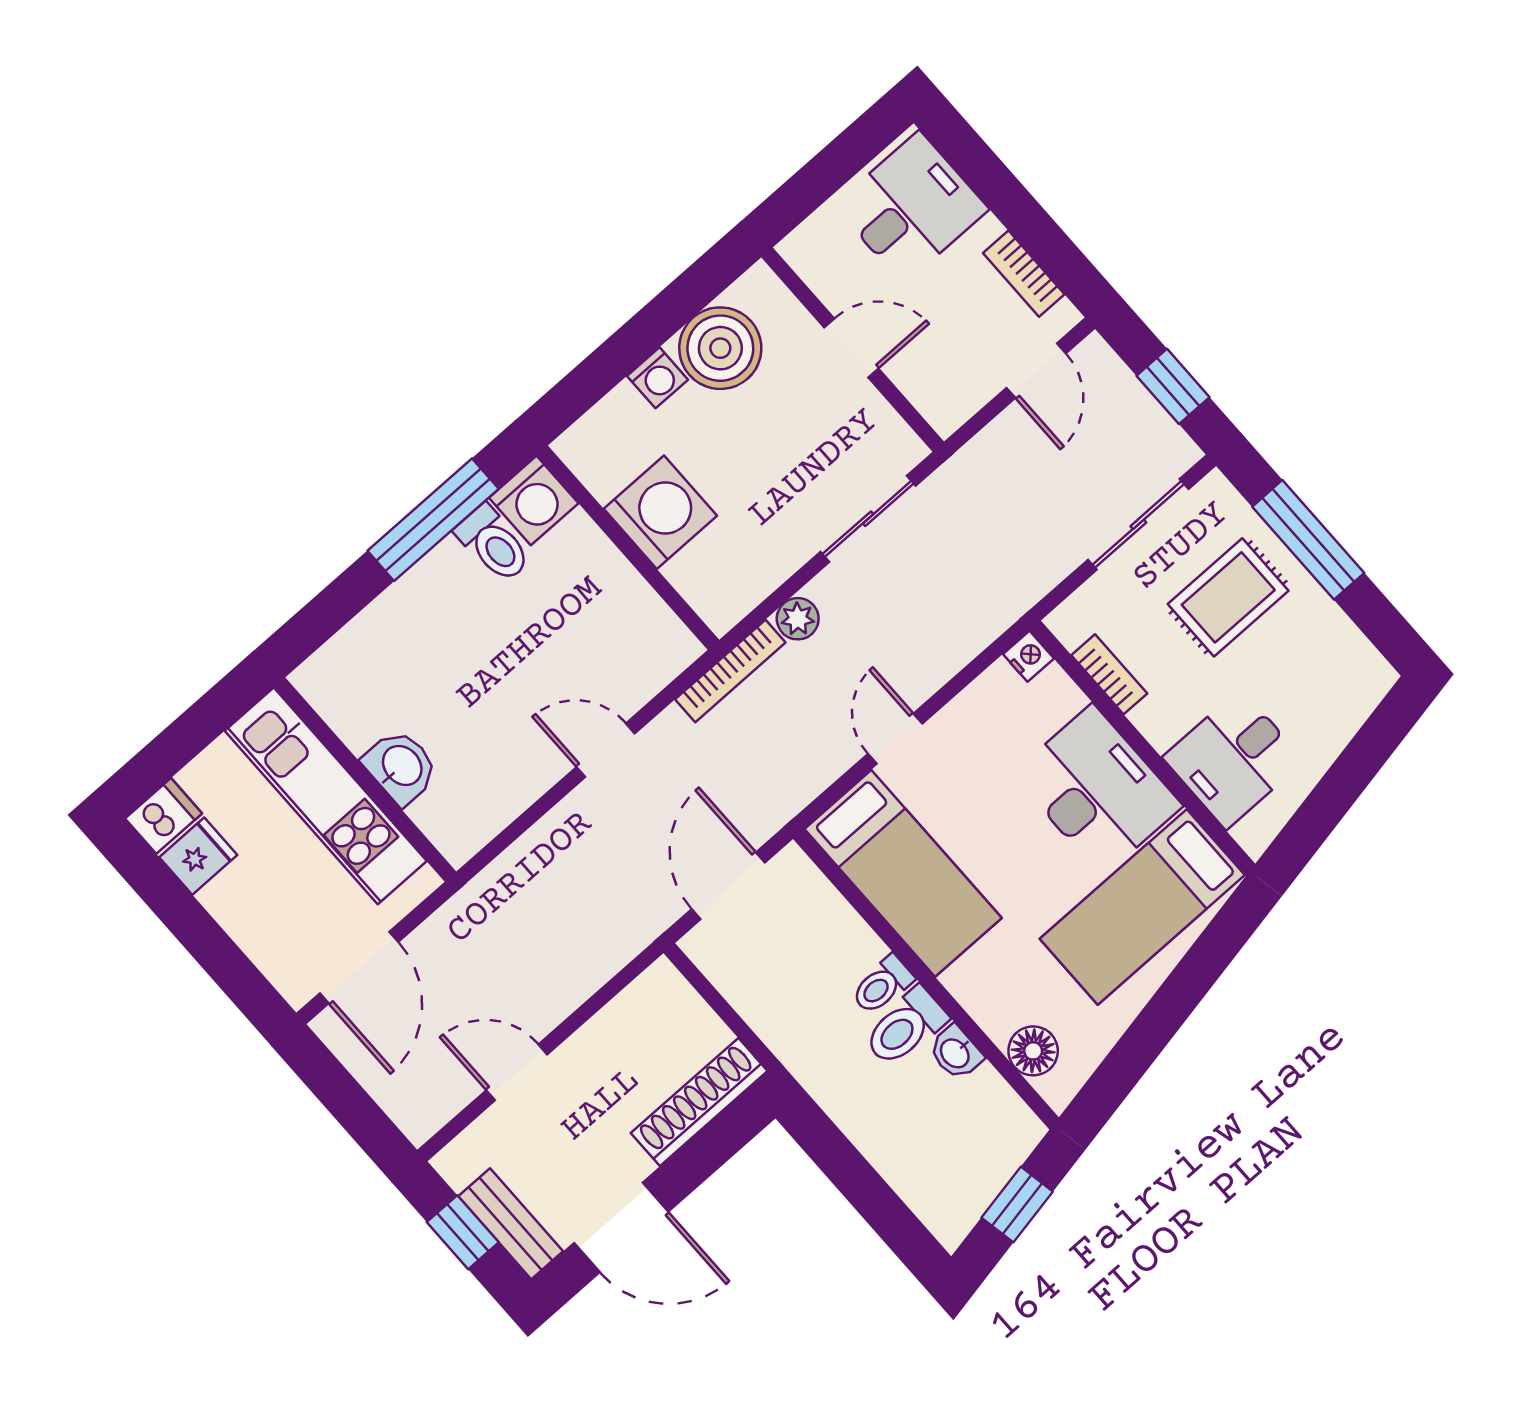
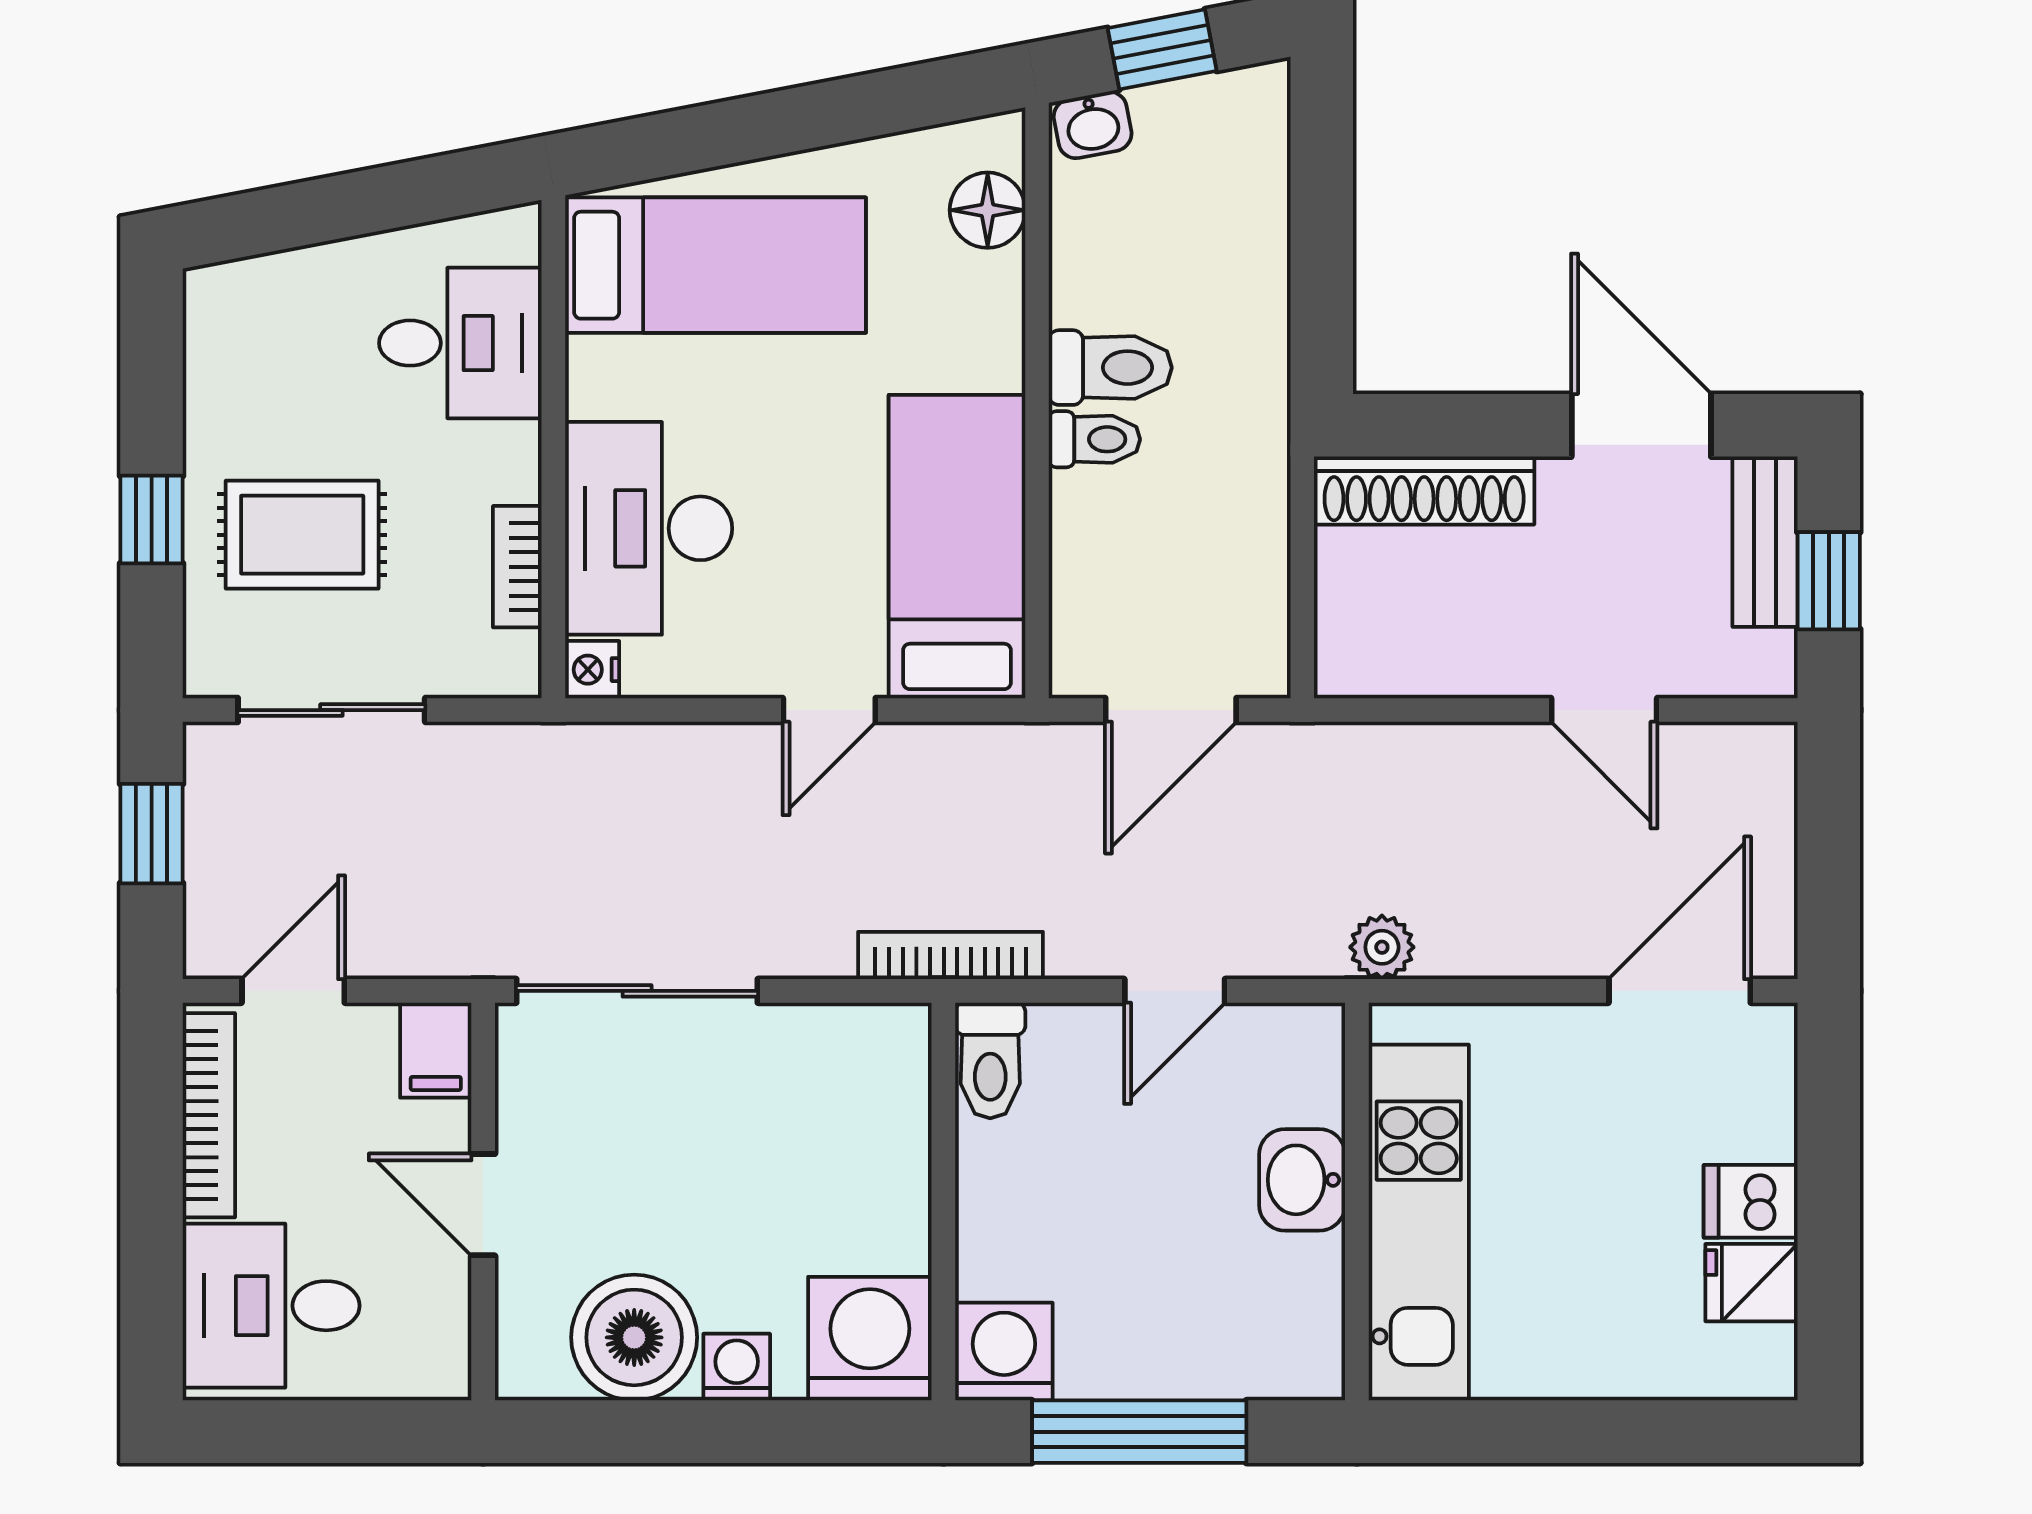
bookcase: (1024, 274) -> (209, 1115), width x1.56
filing cabinet: (941, 403) -> (436, 1050), added
washing machine: (660, 512) -> (870, 1339), moved, turned 90
sliding door: (868, 519) -> (637, 991), width x1.37
window: (1308, 540) -> (152, 520), width x0.46
toilet: (493, 544) -> (990, 1060), moved, turned 180
plant: (798, 619) -> (1382, 947), moved
door: (606, 750) -> (1175, 991), hinge flipped
washbasin: (401, 767) -> (1302, 1180), moved
wall: (365, 780) -> (1357, 1201), moved
desk: (1097, 790) -> (649, 528), moved
kitchen unit: (326, 796) -> (1419, 1222), moved
dishwasher: (164, 816) -> (1751, 1201), moved
washbasin: (956, 1053) -> (1093, 125), moved, turned 79

